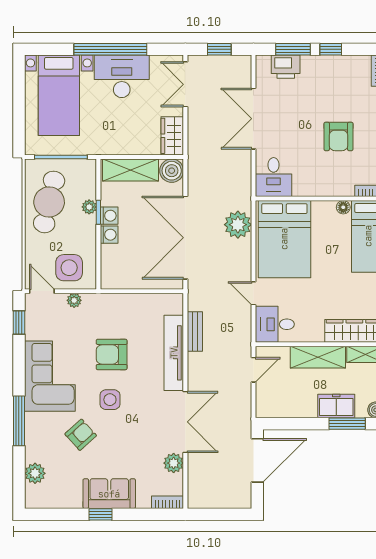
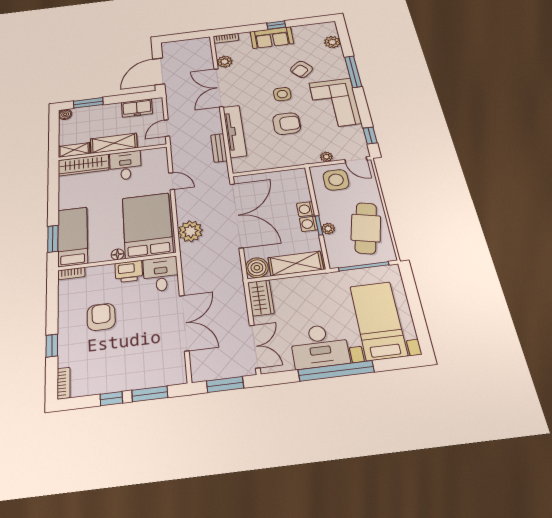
window: (219, 49) -> (225, 385), width x1.50
printer: (286, 67) -> (129, 271), moved, turned 180
floor lamp: (343, 207) -> (118, 254), moved
desk: (275, 324) -> (125, 166), moved, turned -90
freezer: (336, 406) -> (137, 108), moved

